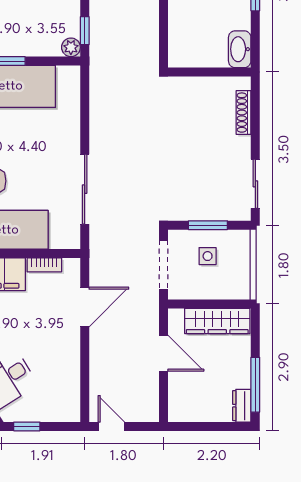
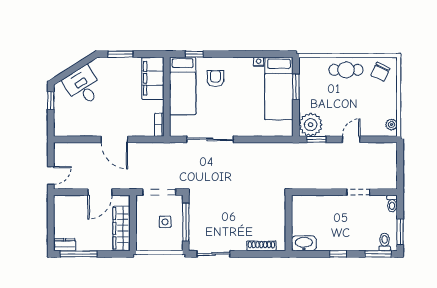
plant: (71, 47) -> (311, 125), width x1.87, depth x1.87
window: (208, 225) -> (186, 222), width x1.44
bookcase: (44, 265) -> (159, 125), moved
door: (85, 307) -> (114, 139), moved
door: (111, 426) -> (51, 175), moved

